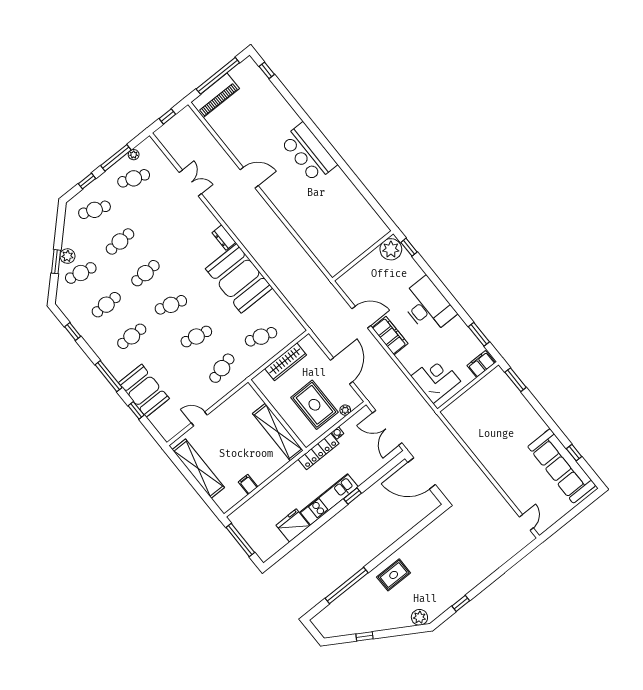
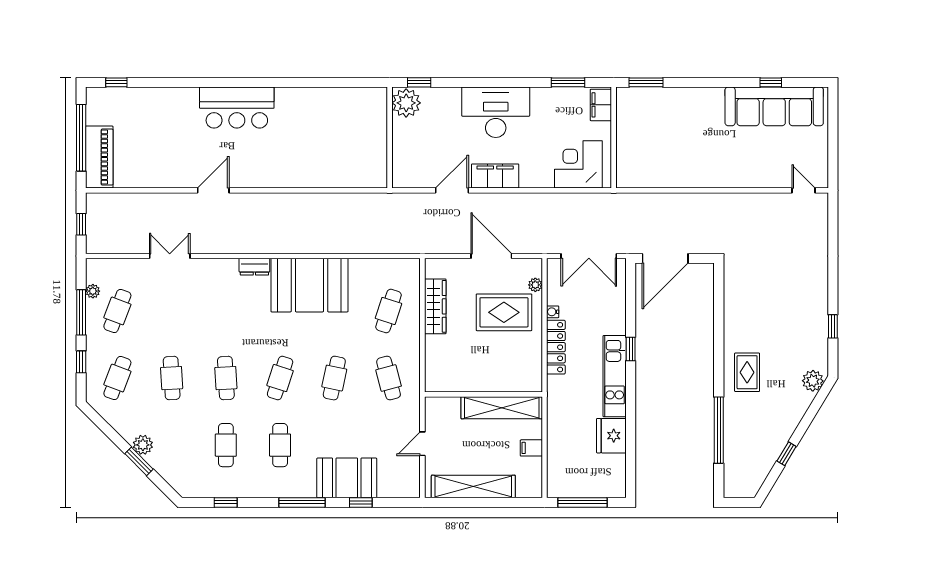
cafe table: (81, 273) -> (172, 445), removed
wall: (277, 415) -> (483, 394), moved
shelving: (278, 432) -> (502, 408), moved

